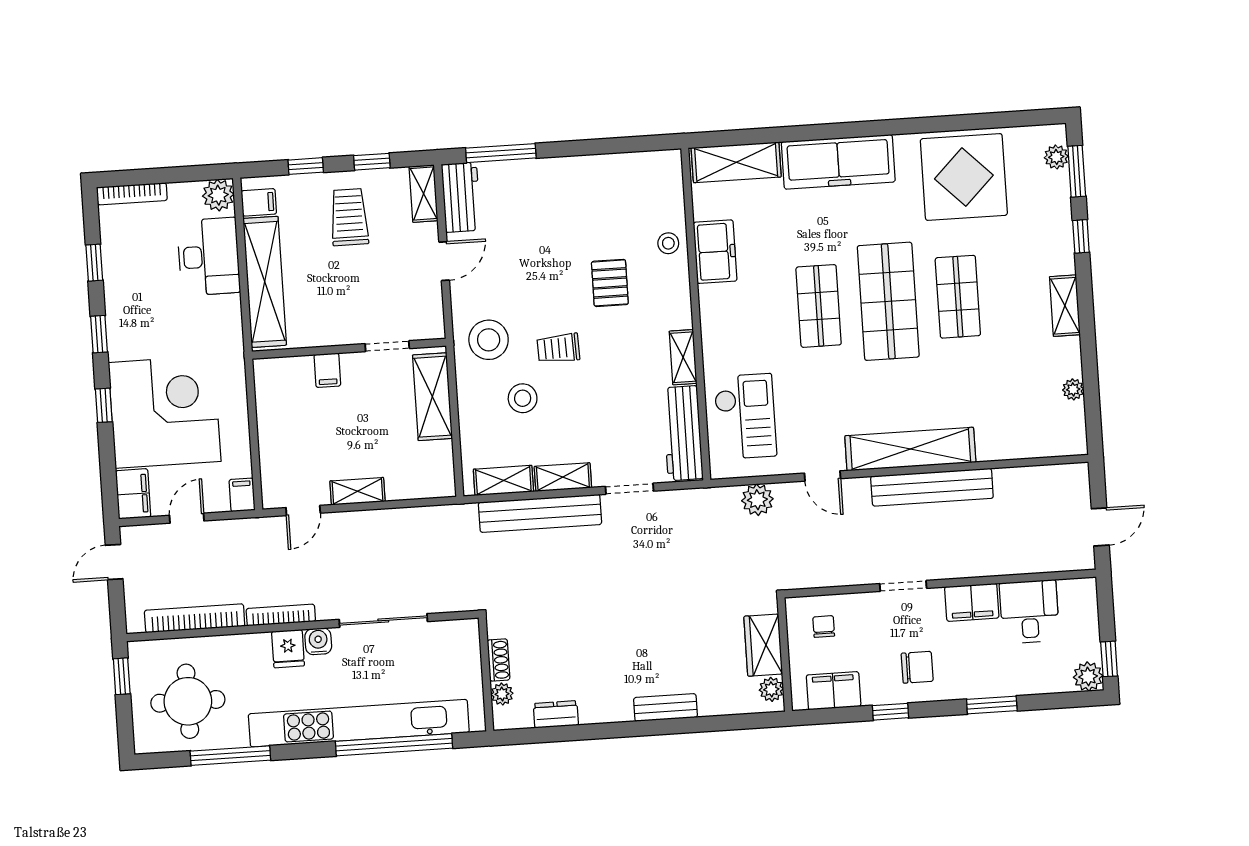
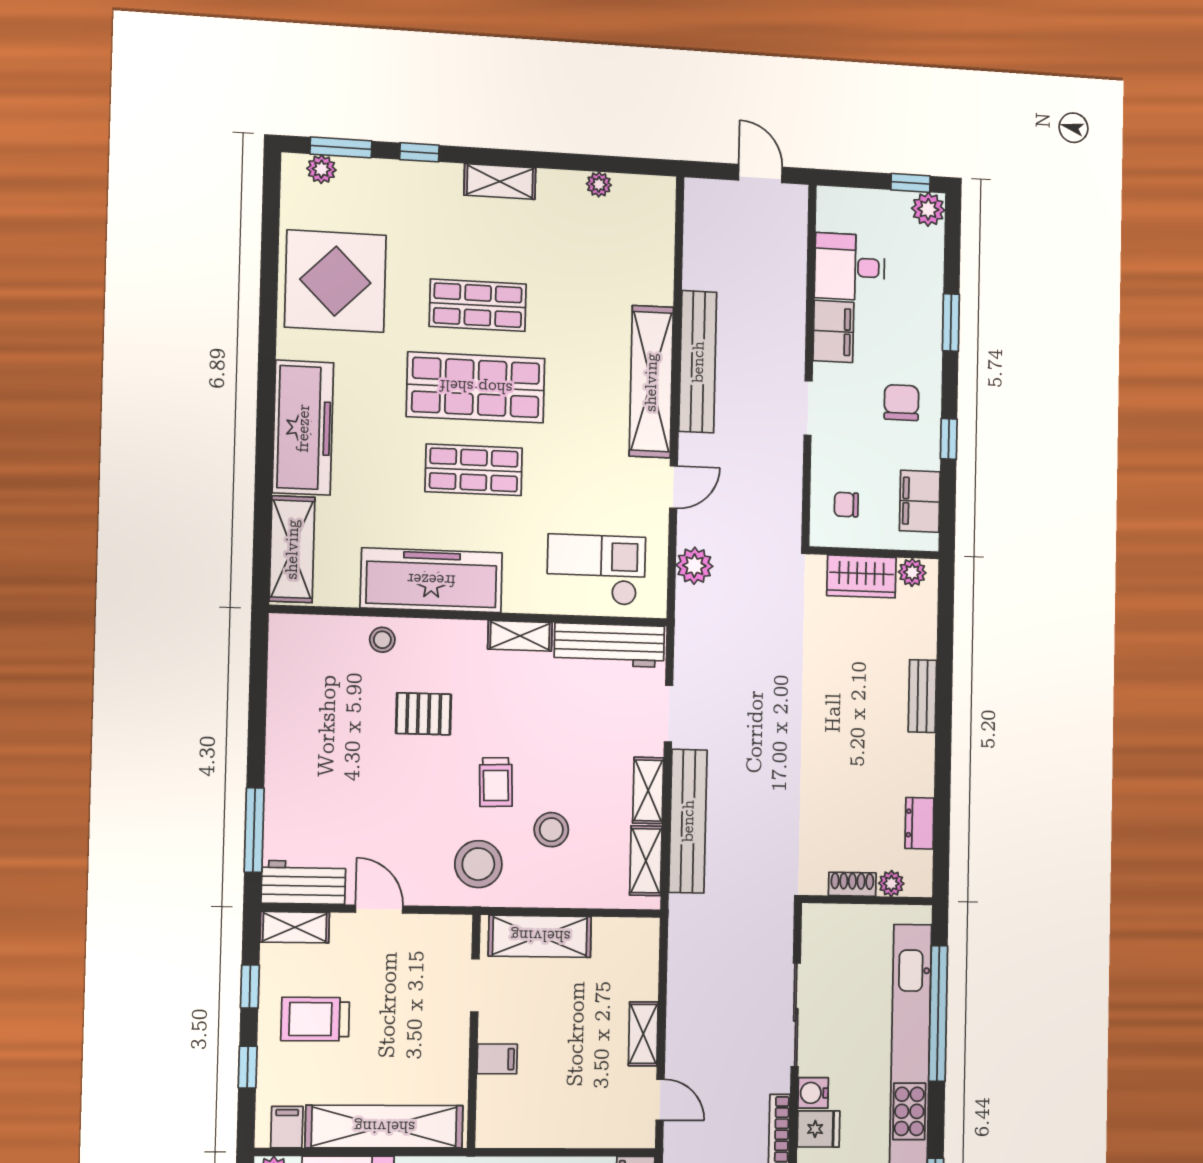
freezer: (715, 252) -> (431, 580), width x1.91, depth x1.26

